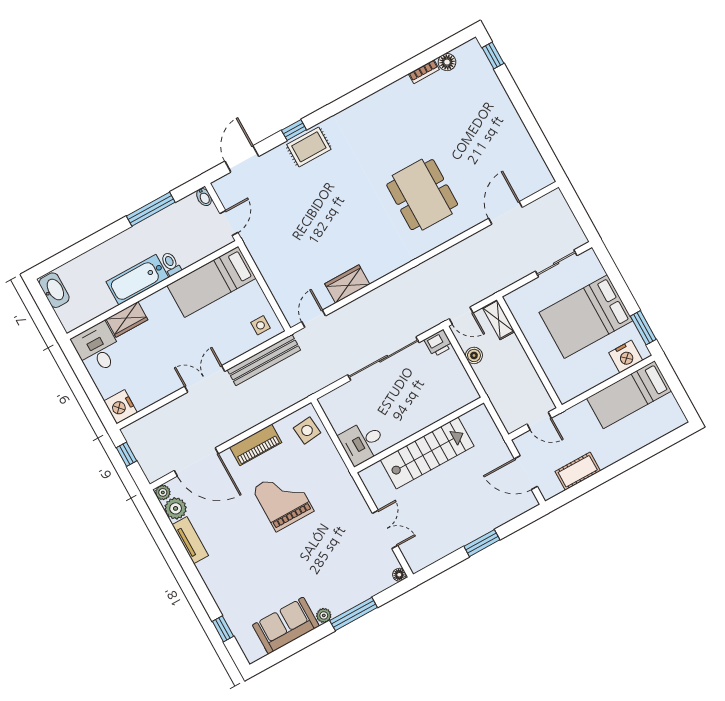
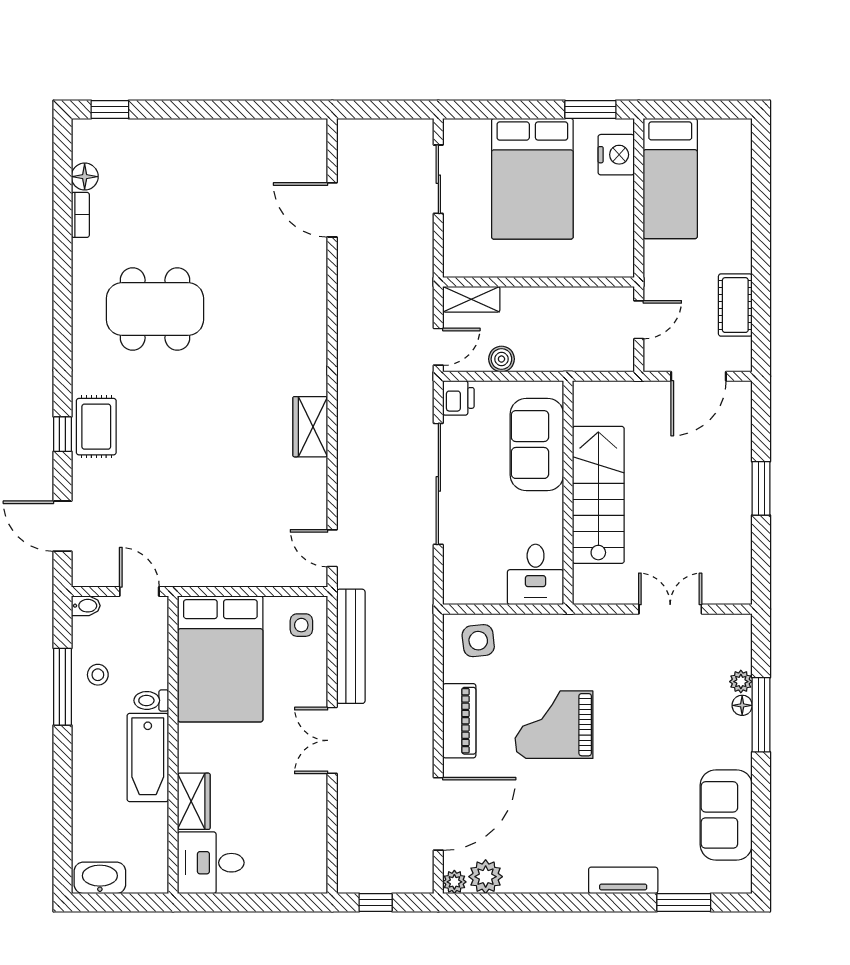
dining table: (422, 195) -> (155, 309), moved
stool: (169, 225) -> (98, 675), added
bed: (212, 282) -> (220, 659), width x1.50
wardrobe: (347, 284) -> (310, 427), moved
sofa: (437, 402) -> (537, 445), added
nightstand: (121, 407) -> (307, 875), removed
tv unit: (190, 540) -> (623, 880), moved
floor lamp: (399, 575) -> (742, 705), moved
plant: (324, 615) -> (741, 682), moved
window: (223, 629) -> (684, 902), width x1.50

